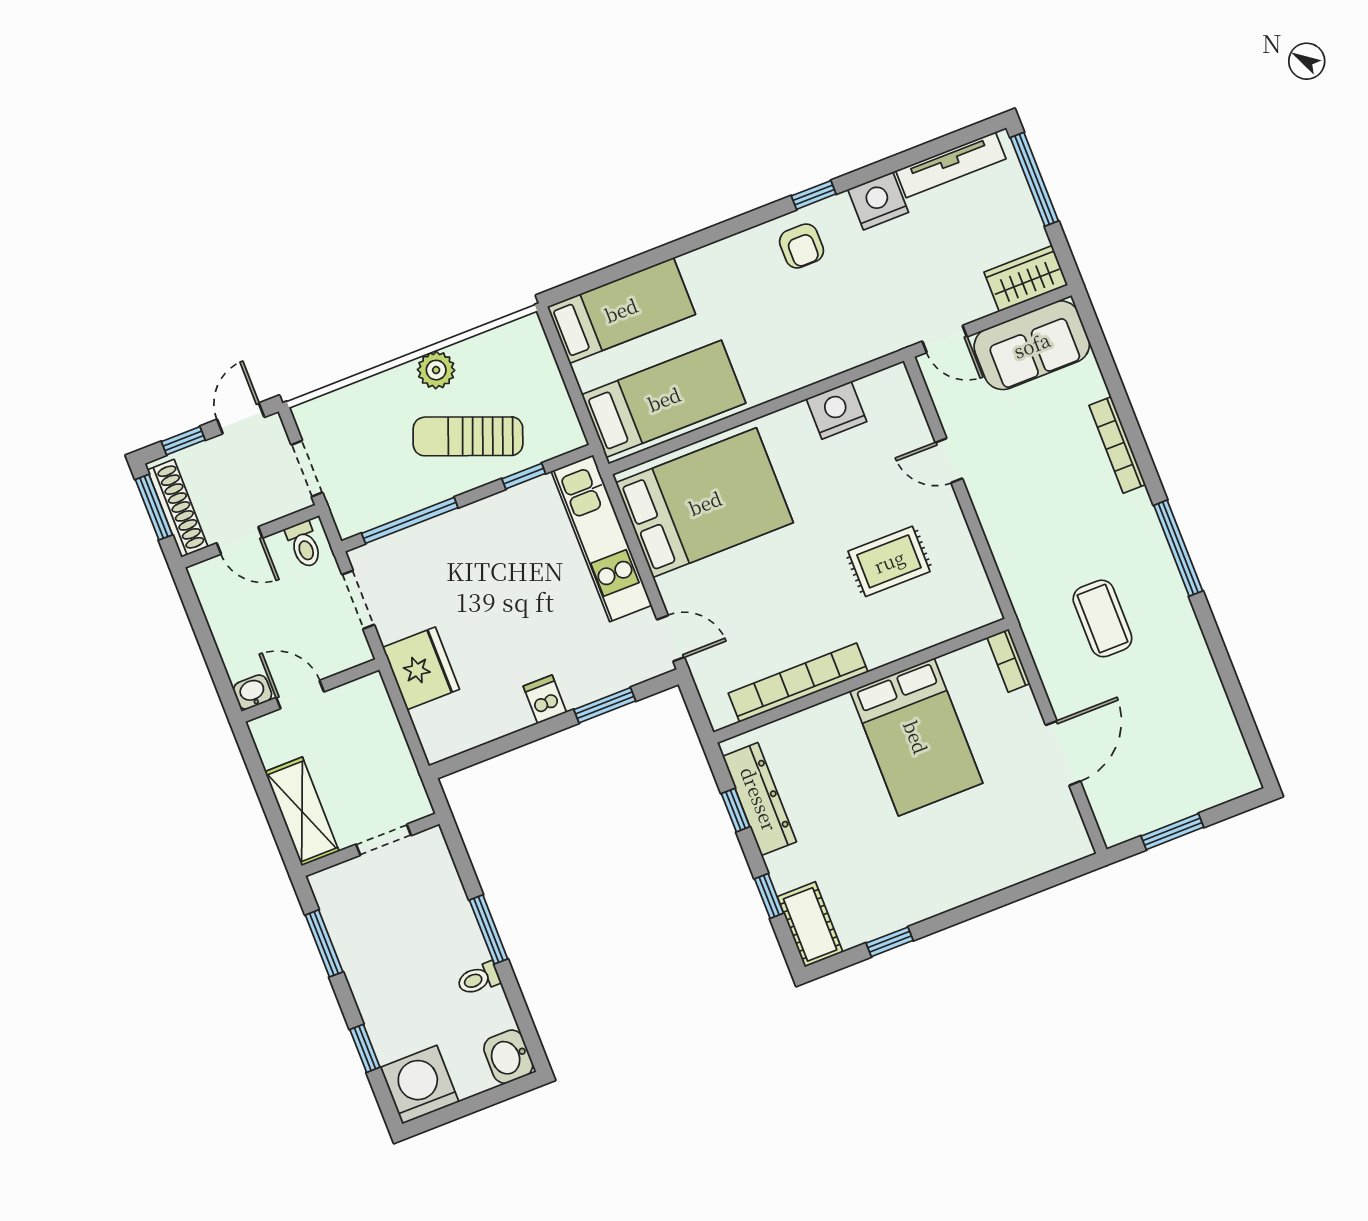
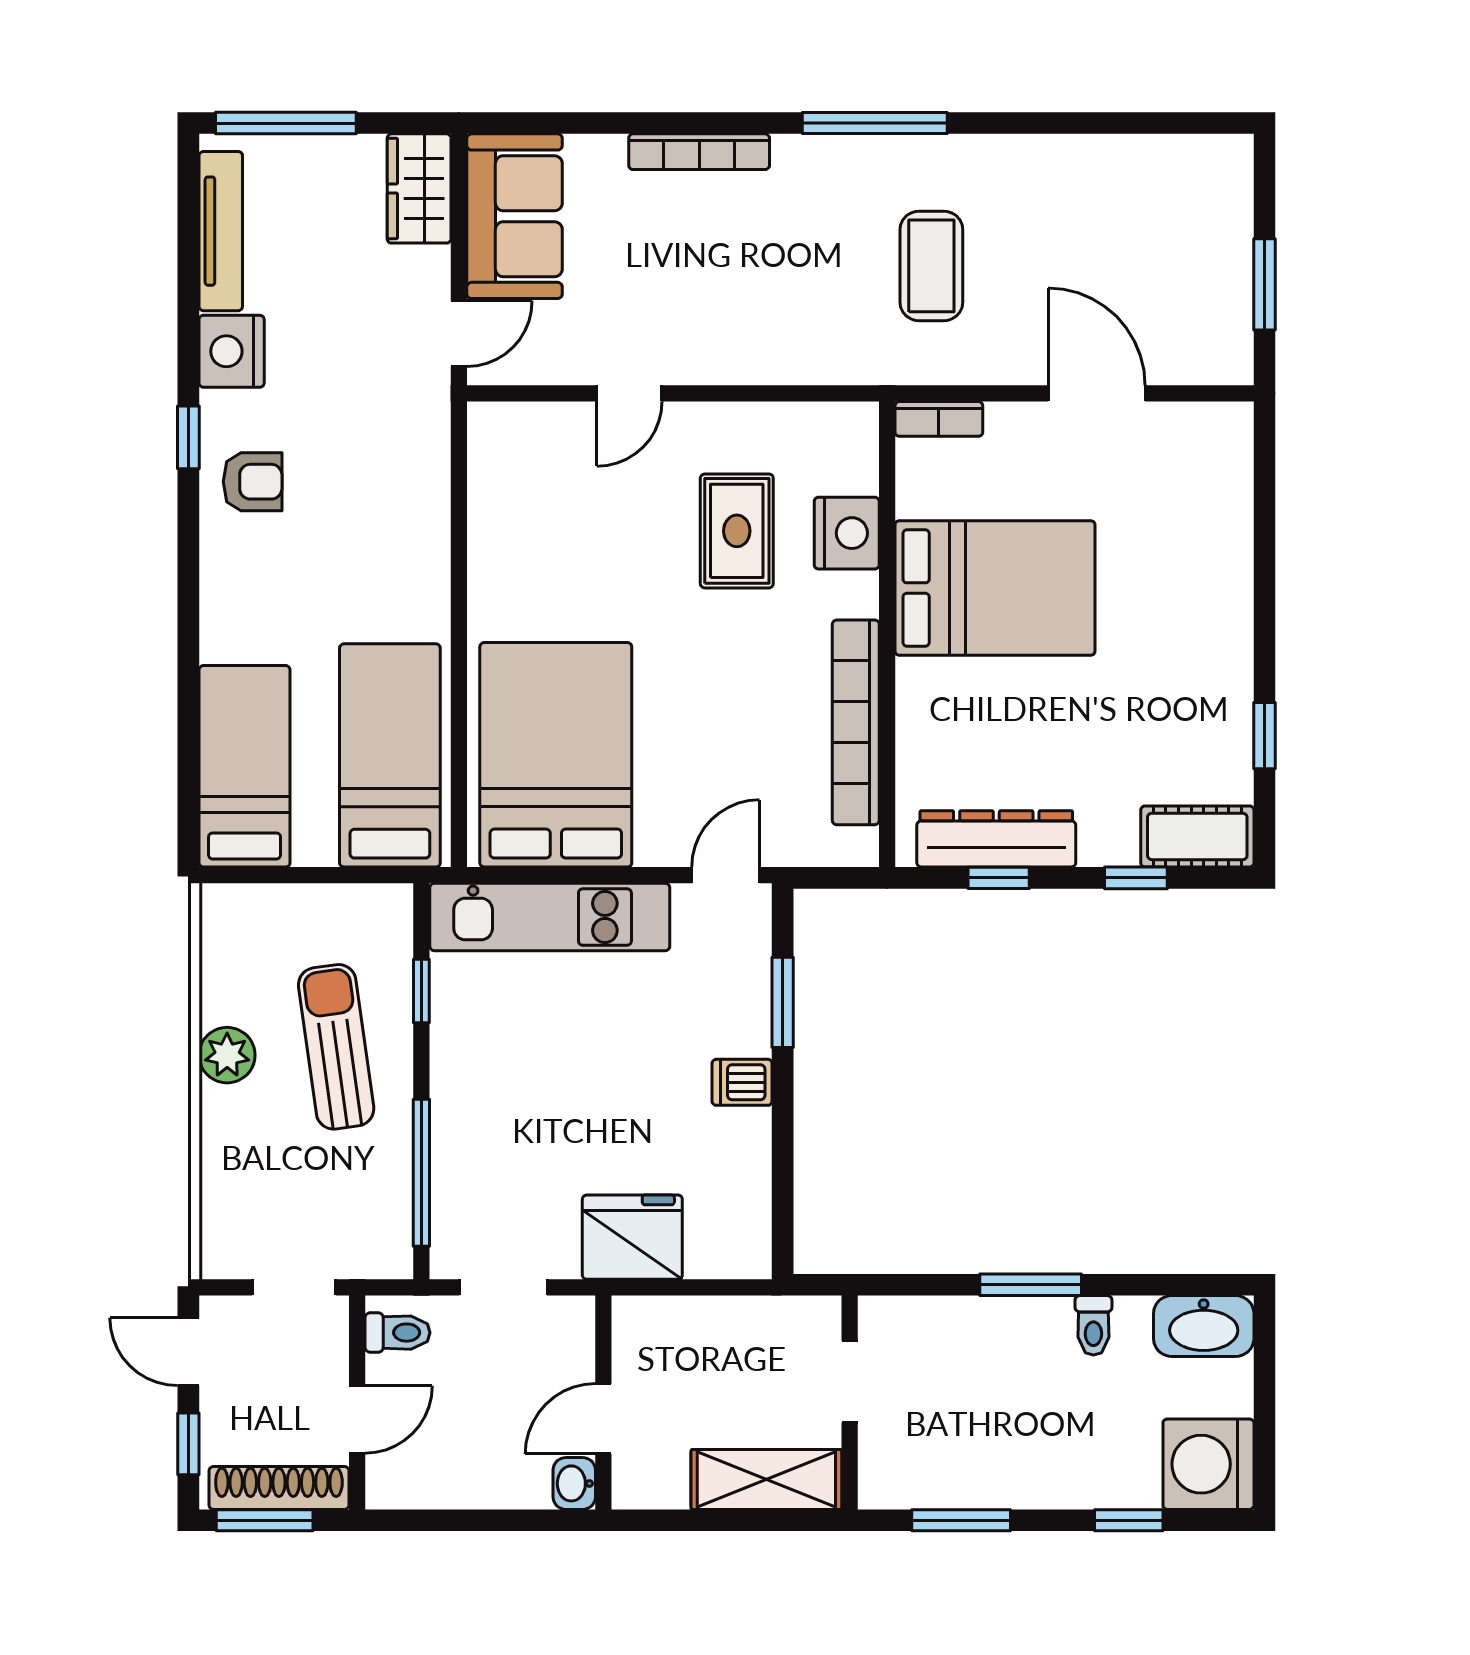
nightstand: (837, 410) -> (847, 533), moved, turned 180
sun lounger: (468, 436) -> (336, 1047), turned 151
coffee table: (1102, 618) -> (931, 266), turned 90
washbasin: (508, 1057) -> (1204, 1326), width x1.38

